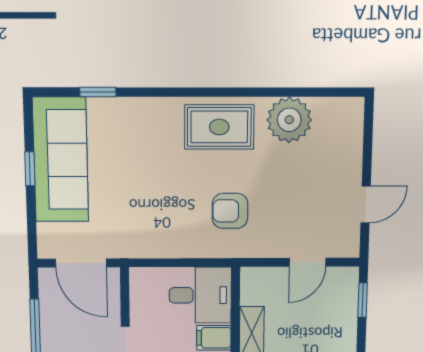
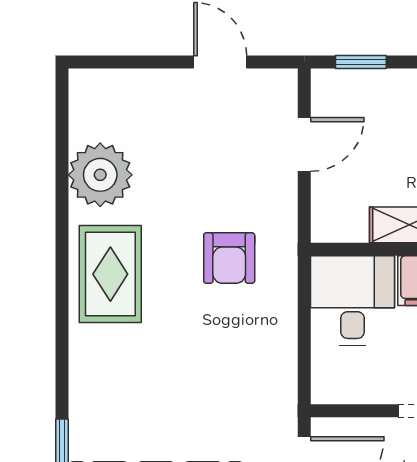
door: (308, 262) -> (304, 144), hinge flipped

